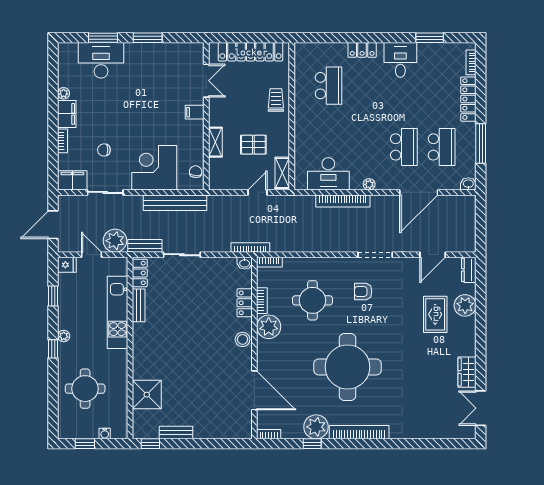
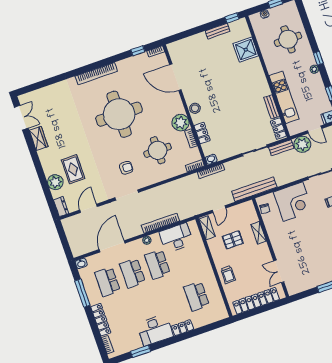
desk: (400, 60) -> (155, 330), width x1.37
filing cabinet: (195, 112) -> (279, 248), removed
school desk: (366, 147) -> (157, 264), added
bench: (175, 203) -> (254, 189), moved
plant: (316, 427) -> (126, 67), removed
window: (312, 444) -> (138, 51), moved

